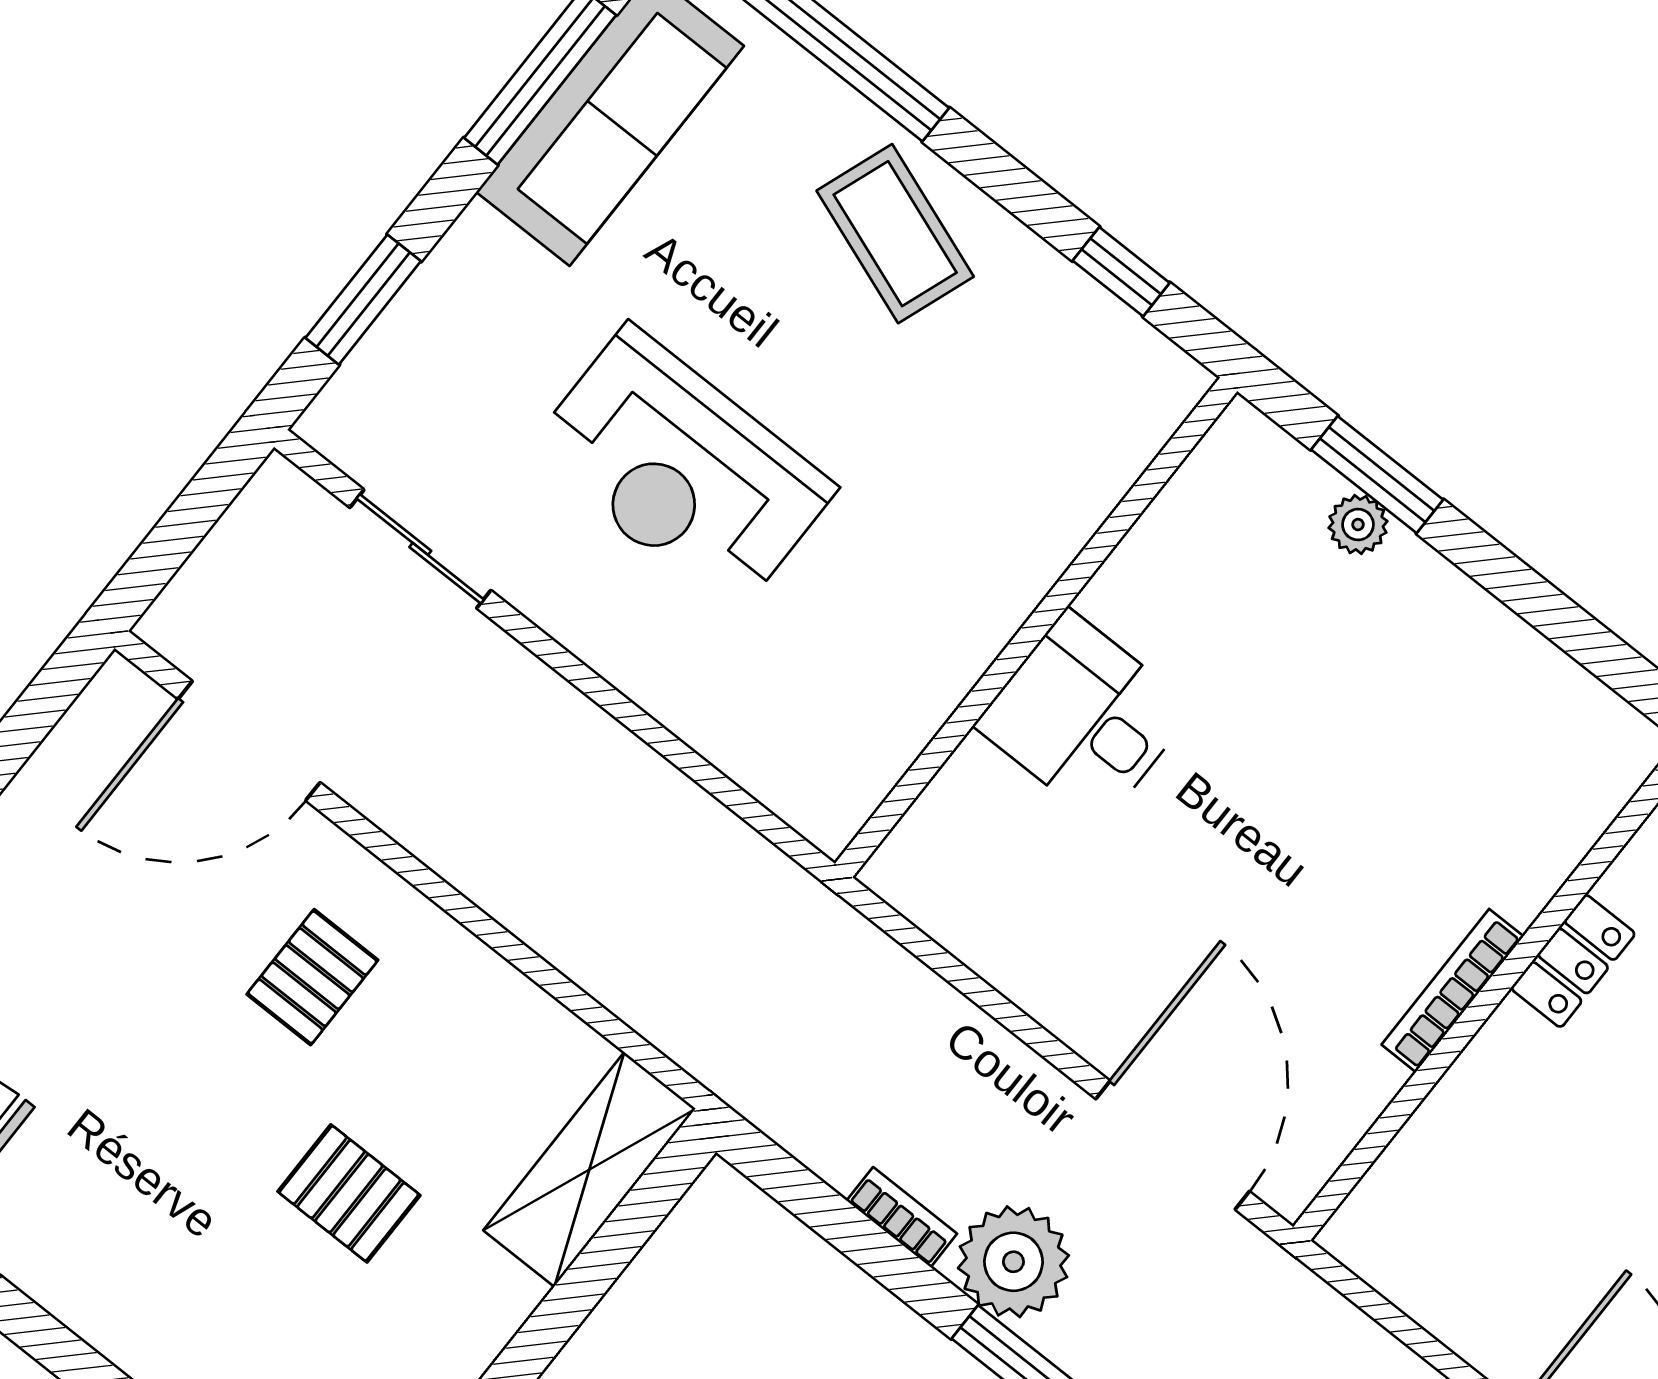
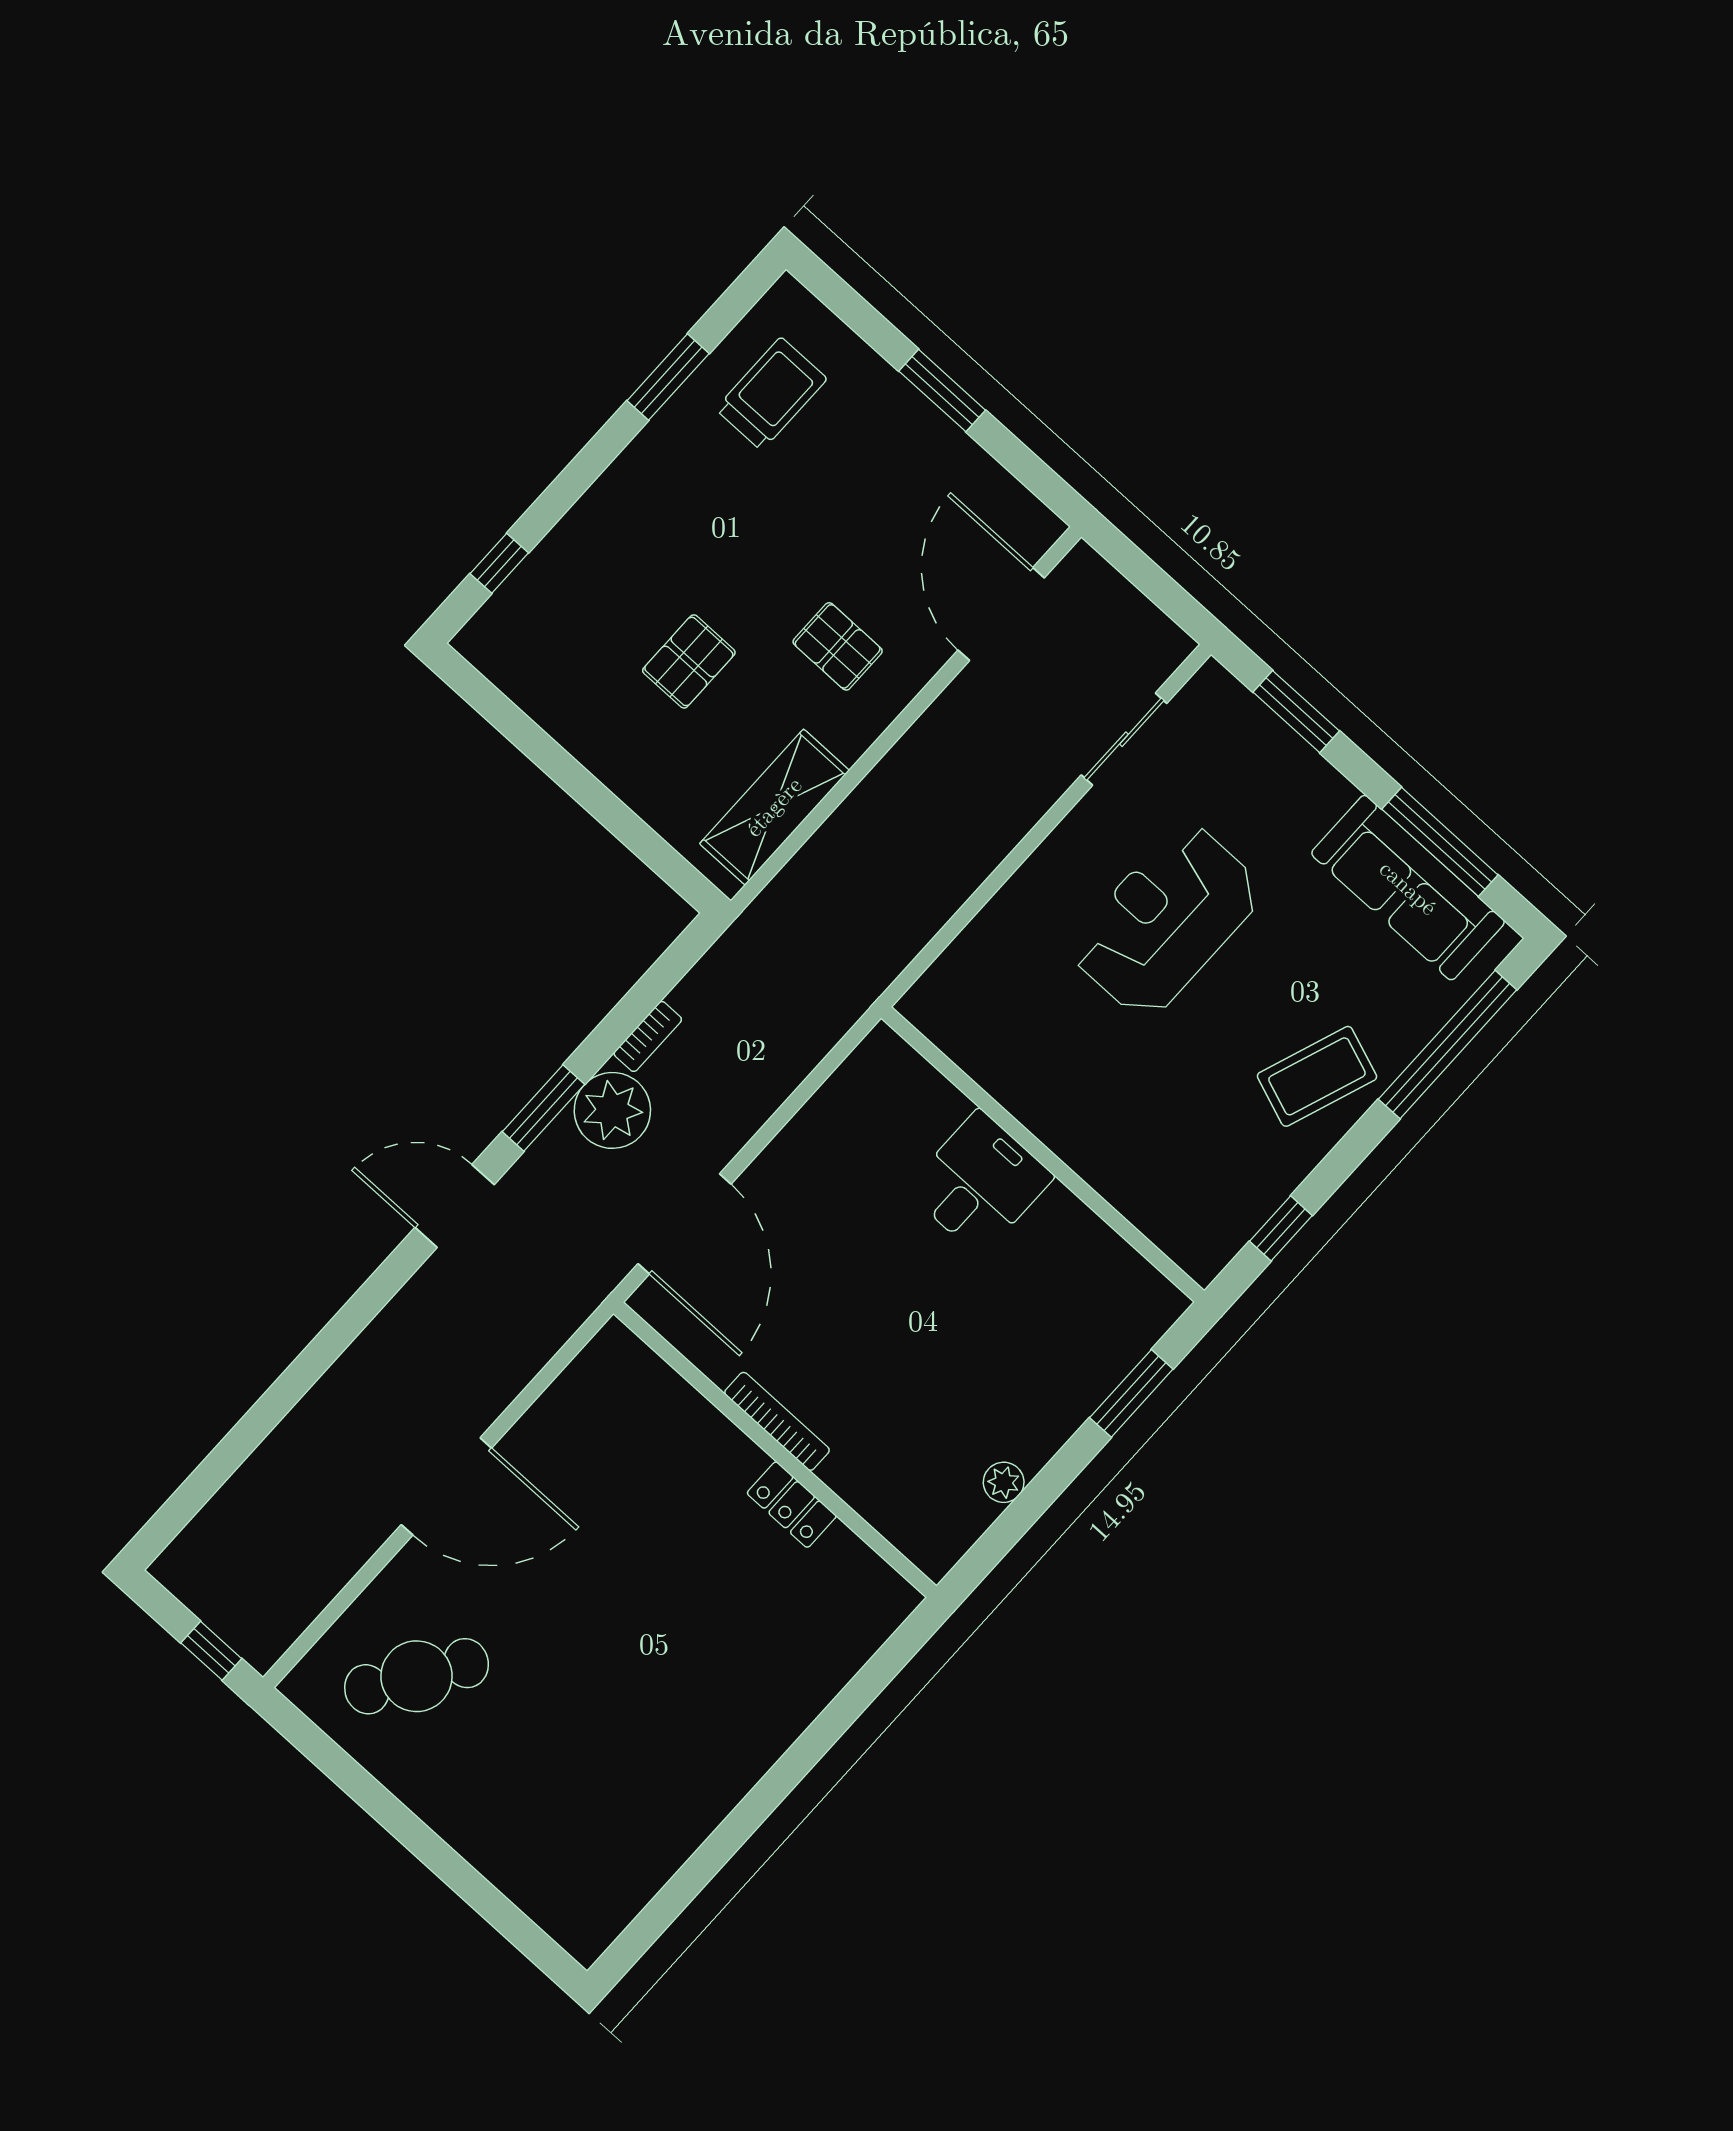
plant: (1358, 525) -> (1004, 1482), moved
door: (1173, 1145) -> (684, 1224), hinge flipped
shelving: (589, 1169) -> (774, 807), moved, turned 90

